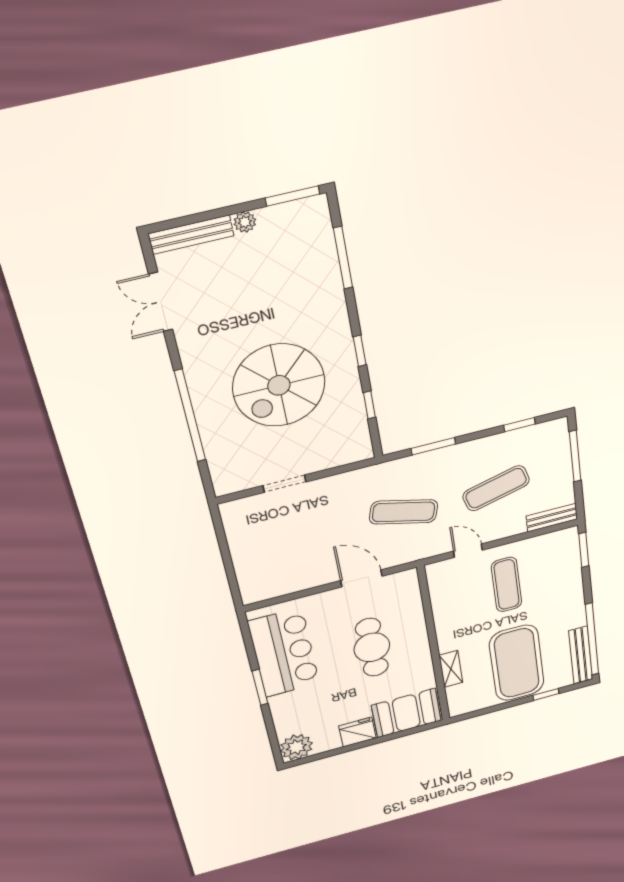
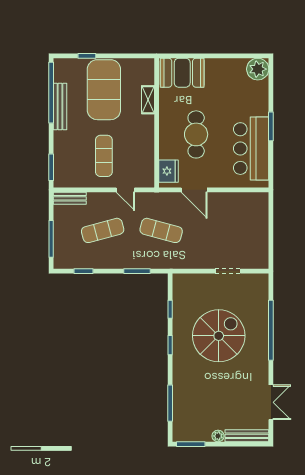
bench: (581, 655) -> (60, 107), moved
fridge: (357, 732) -> (168, 171), moved, turned -90

